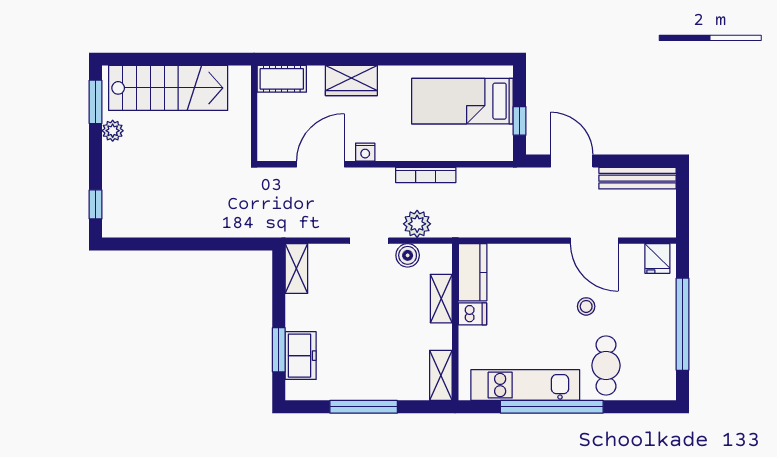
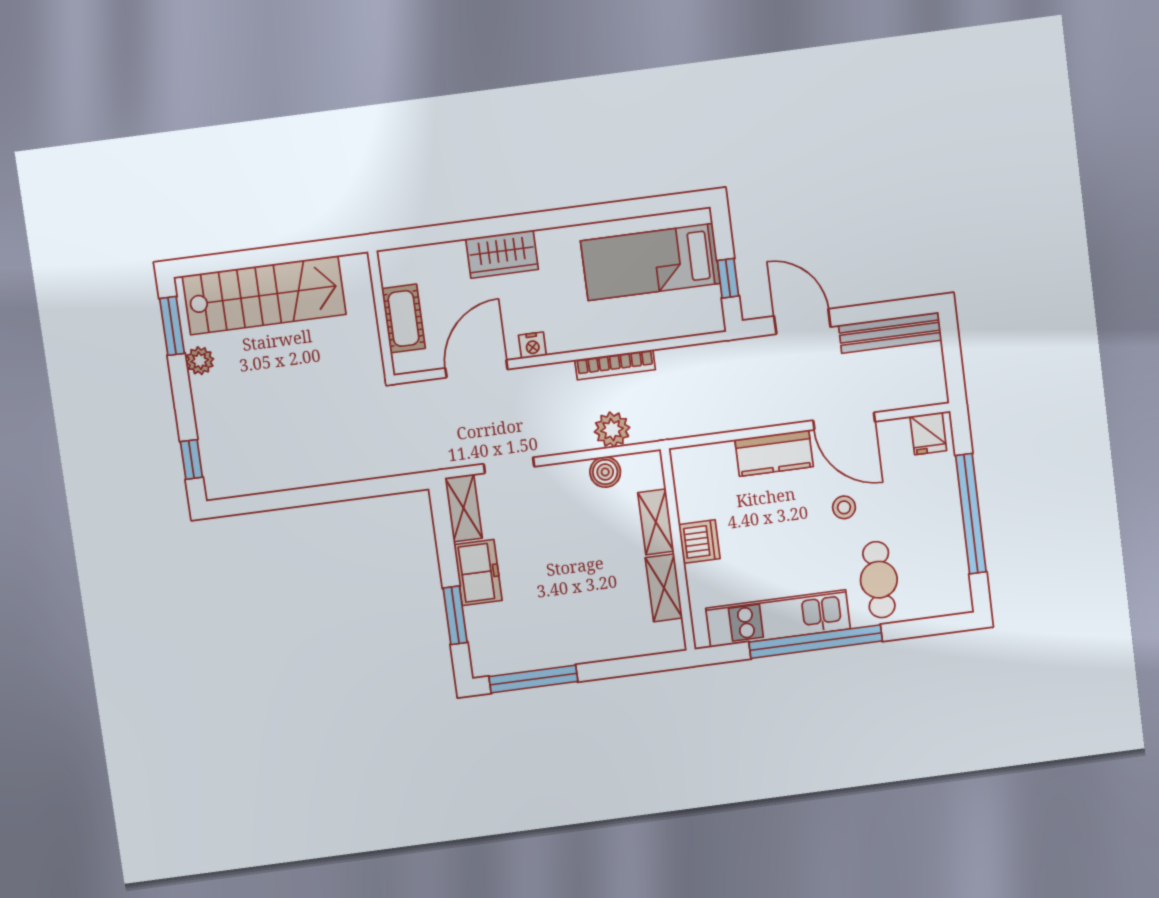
cot: (282, 79) -> (403, 318), moved, turned 90
doorway: (369, 241) -> (509, 465), moved
kitchen counter: (473, 272) -> (774, 453), moved, turned 90
dishwasher: (472, 314) -> (699, 542), width x1.38
freezer: (301, 356) -> (478, 573), moved
shelving: (441, 375) -> (664, 588), moved
window: (364, 407) -> (533, 679), moved

